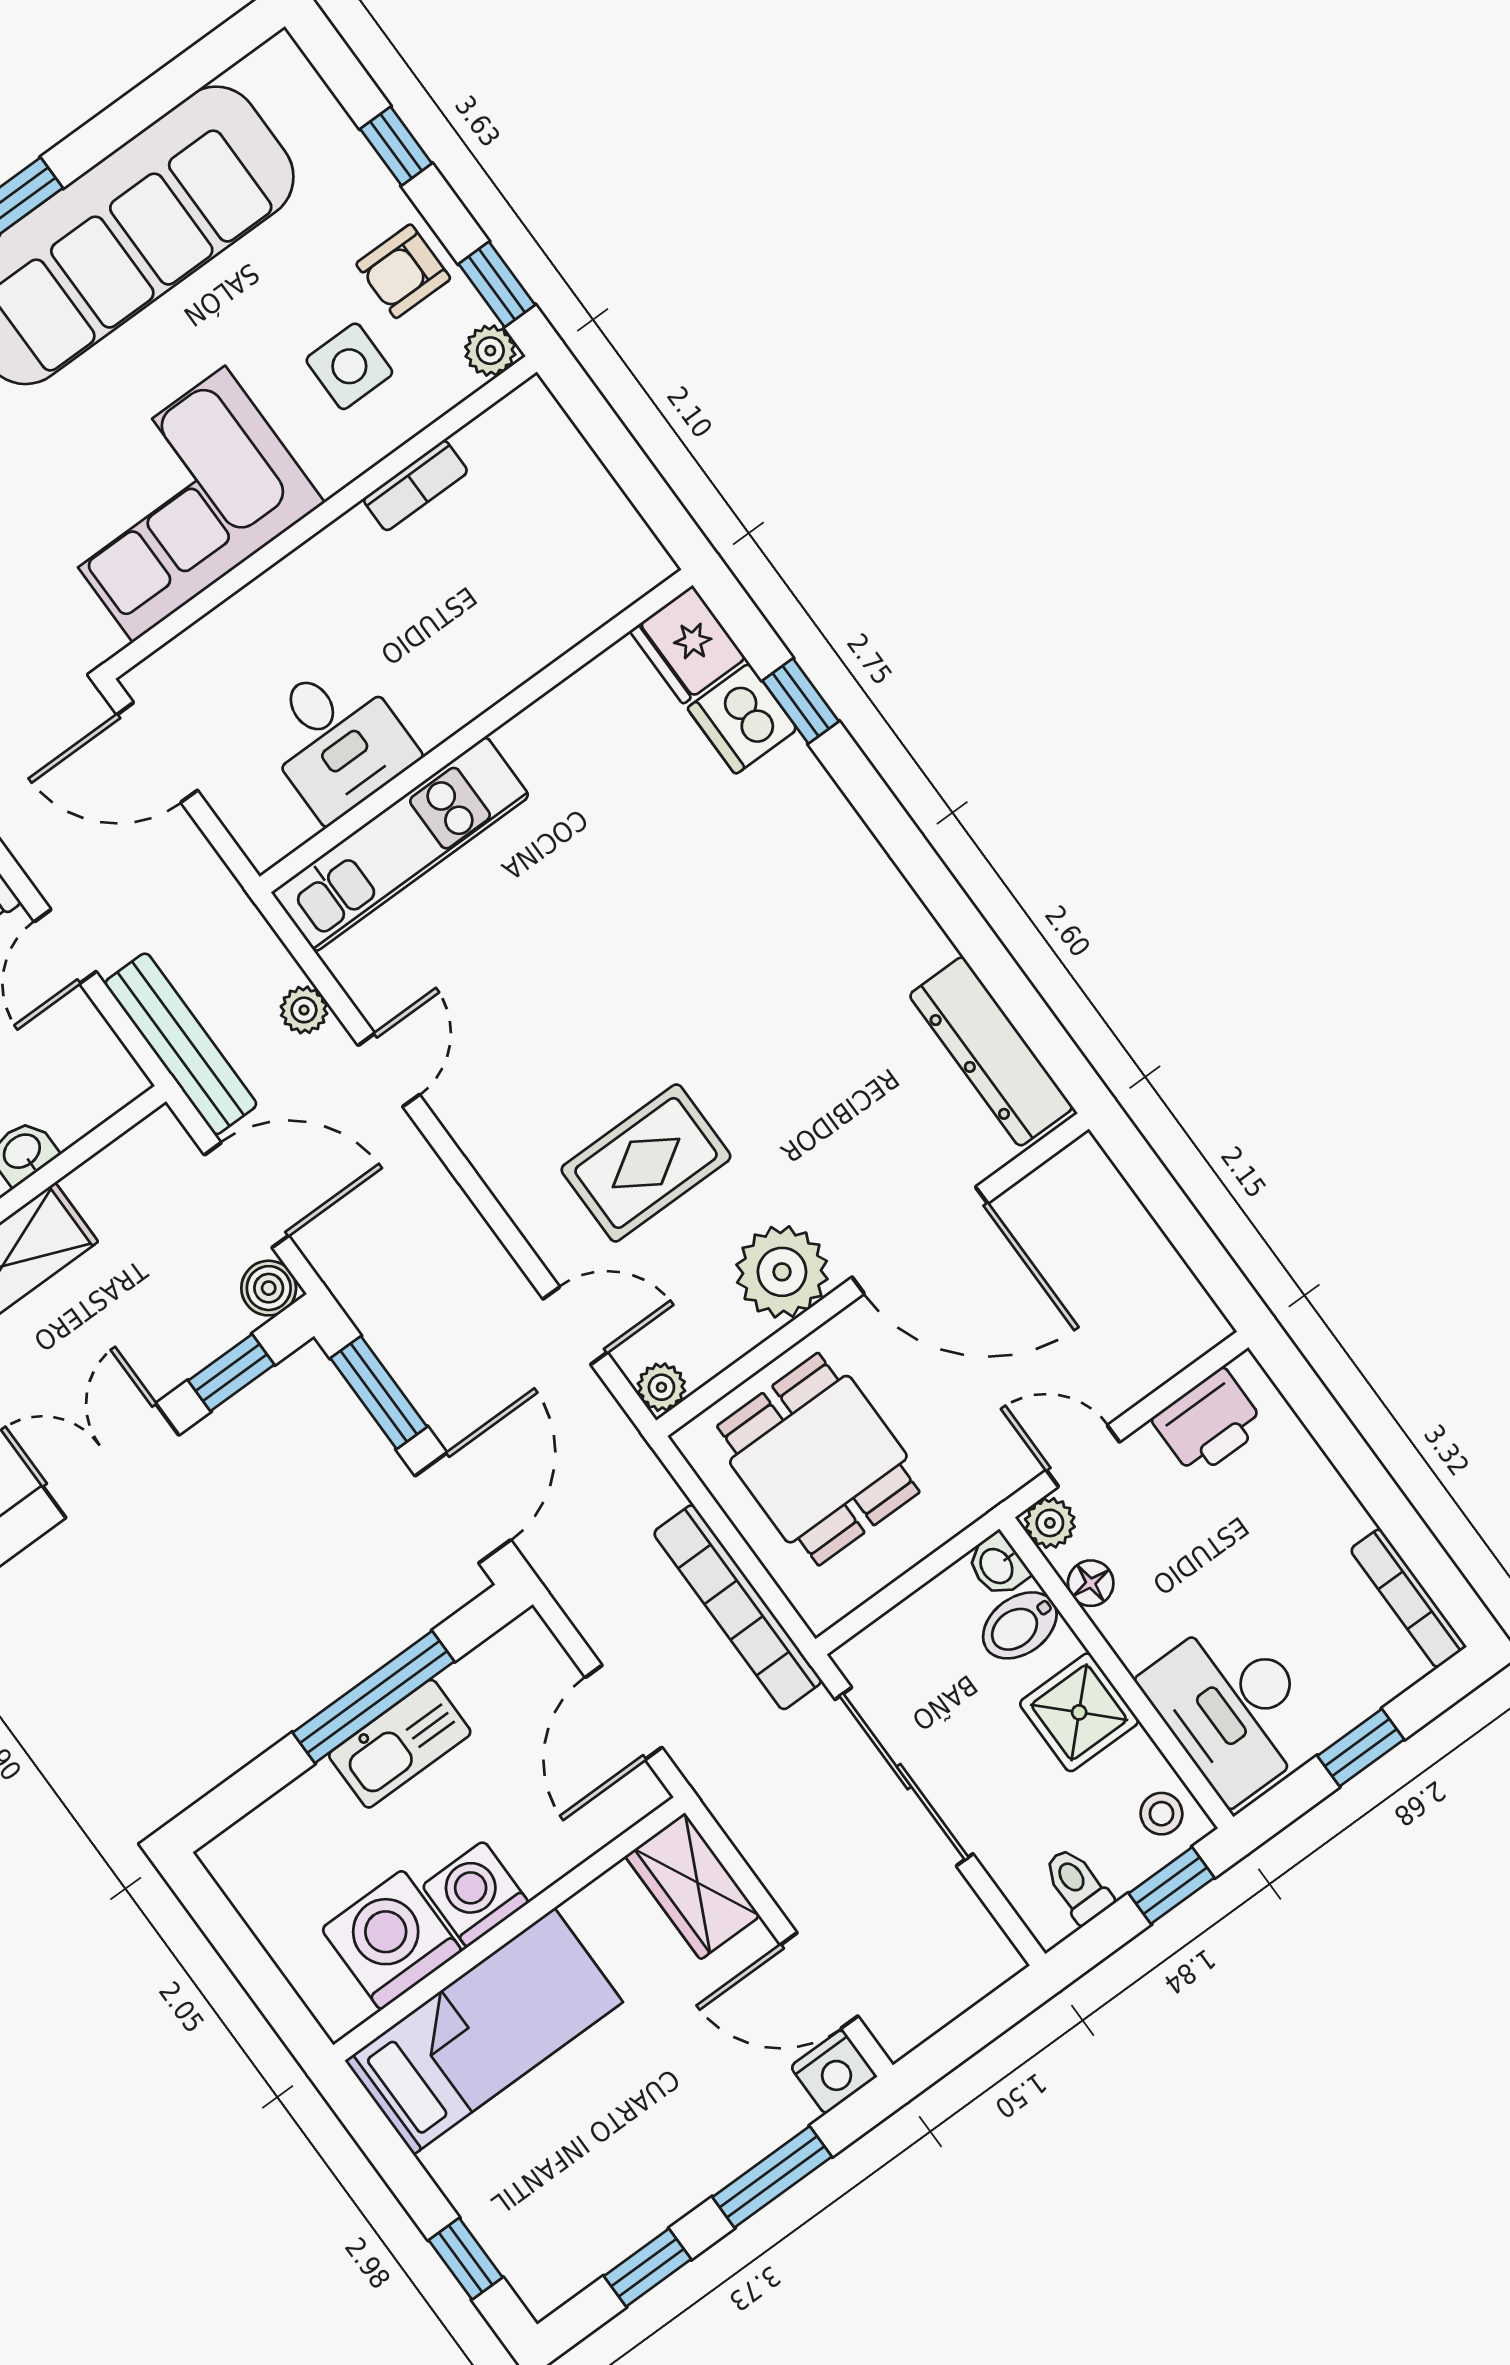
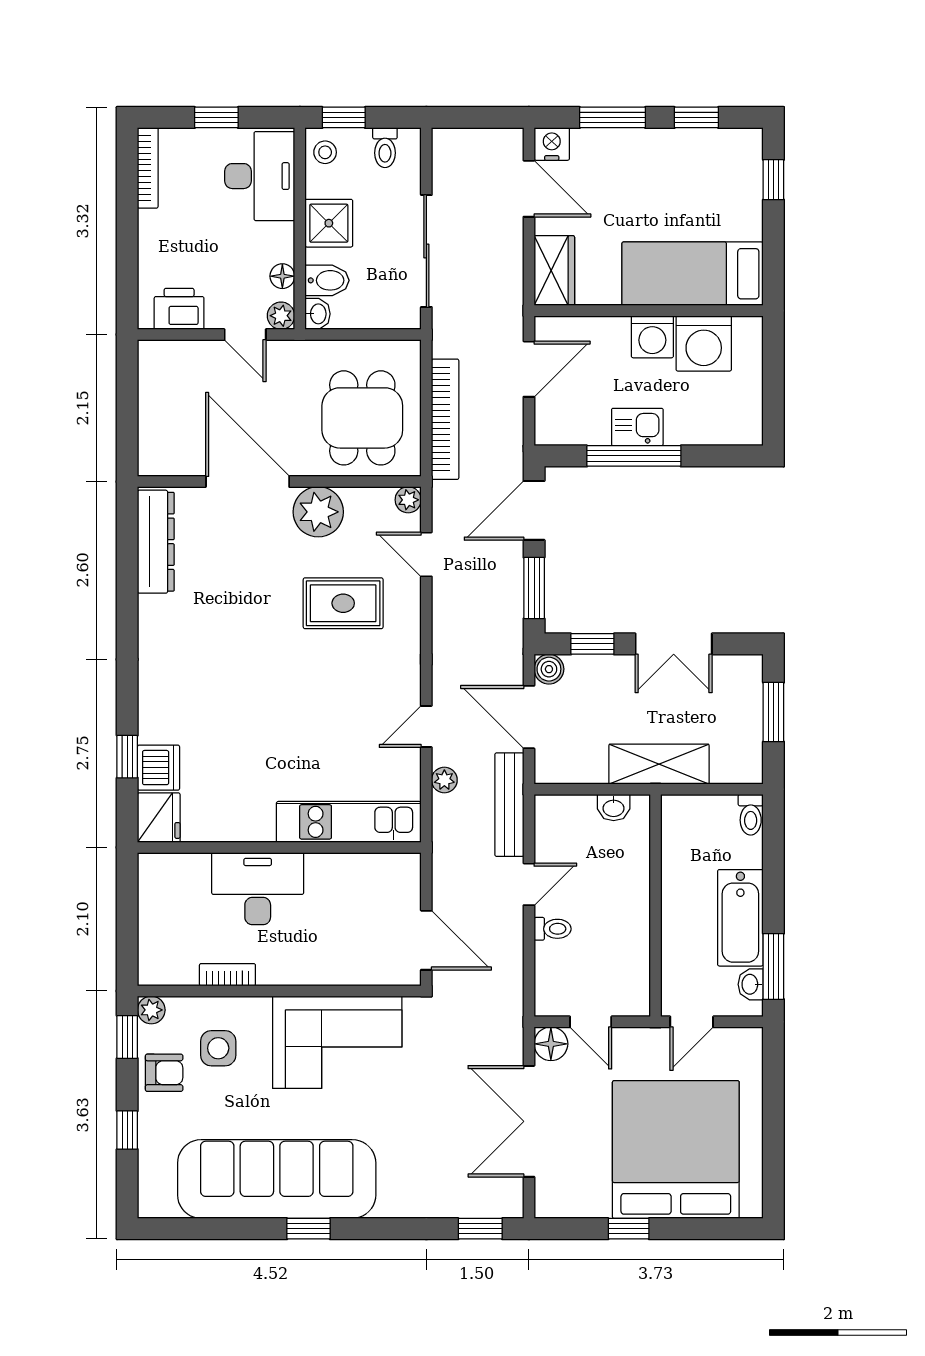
desk: (336, 739) -> (258, 889), moved, width x1.37
bookcase: (738, 1607) -> (445, 419), moved
kitchen sink: (400, 1744) -> (637, 427), width x0.73

